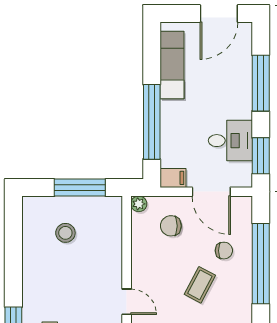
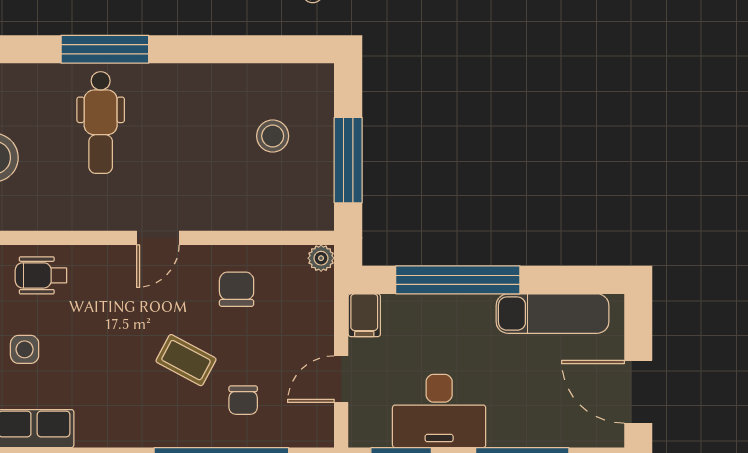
desk: (230, 141) -> (439, 411), width x1.37
door: (211, 192) -> (341, 379), width x0.73
chair: (171, 226) -> (237, 289), moved

